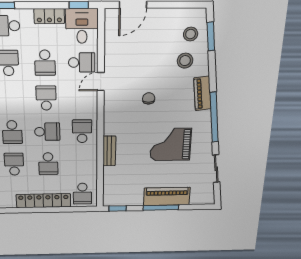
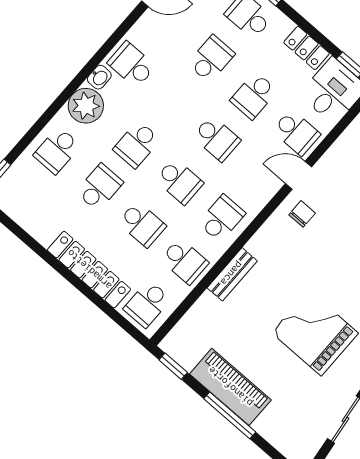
school desk: (46, 98) -> (216, 138), turned 90
chair: (149, 98) -> (302, 214), moved
school desk: (82, 163) -> (184, 261), added
school desk: (48, 164) -> (142, 224), turned -90
piano: (167, 196) -> (230, 387), moved

